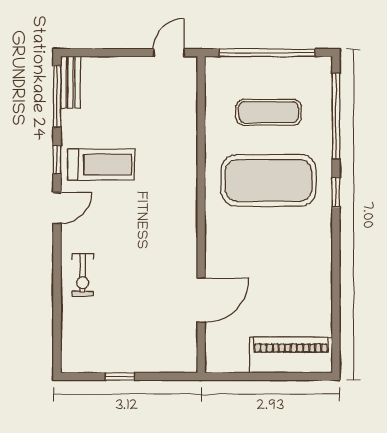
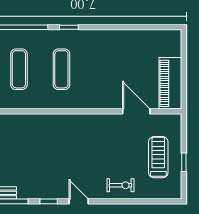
treadmill: (101, 165) -> (158, 157), moved
exercise mat: (269, 180) -> (61, 69), width x0.50, depth x0.69
piano: (291, 355) -> (170, 83), moved

